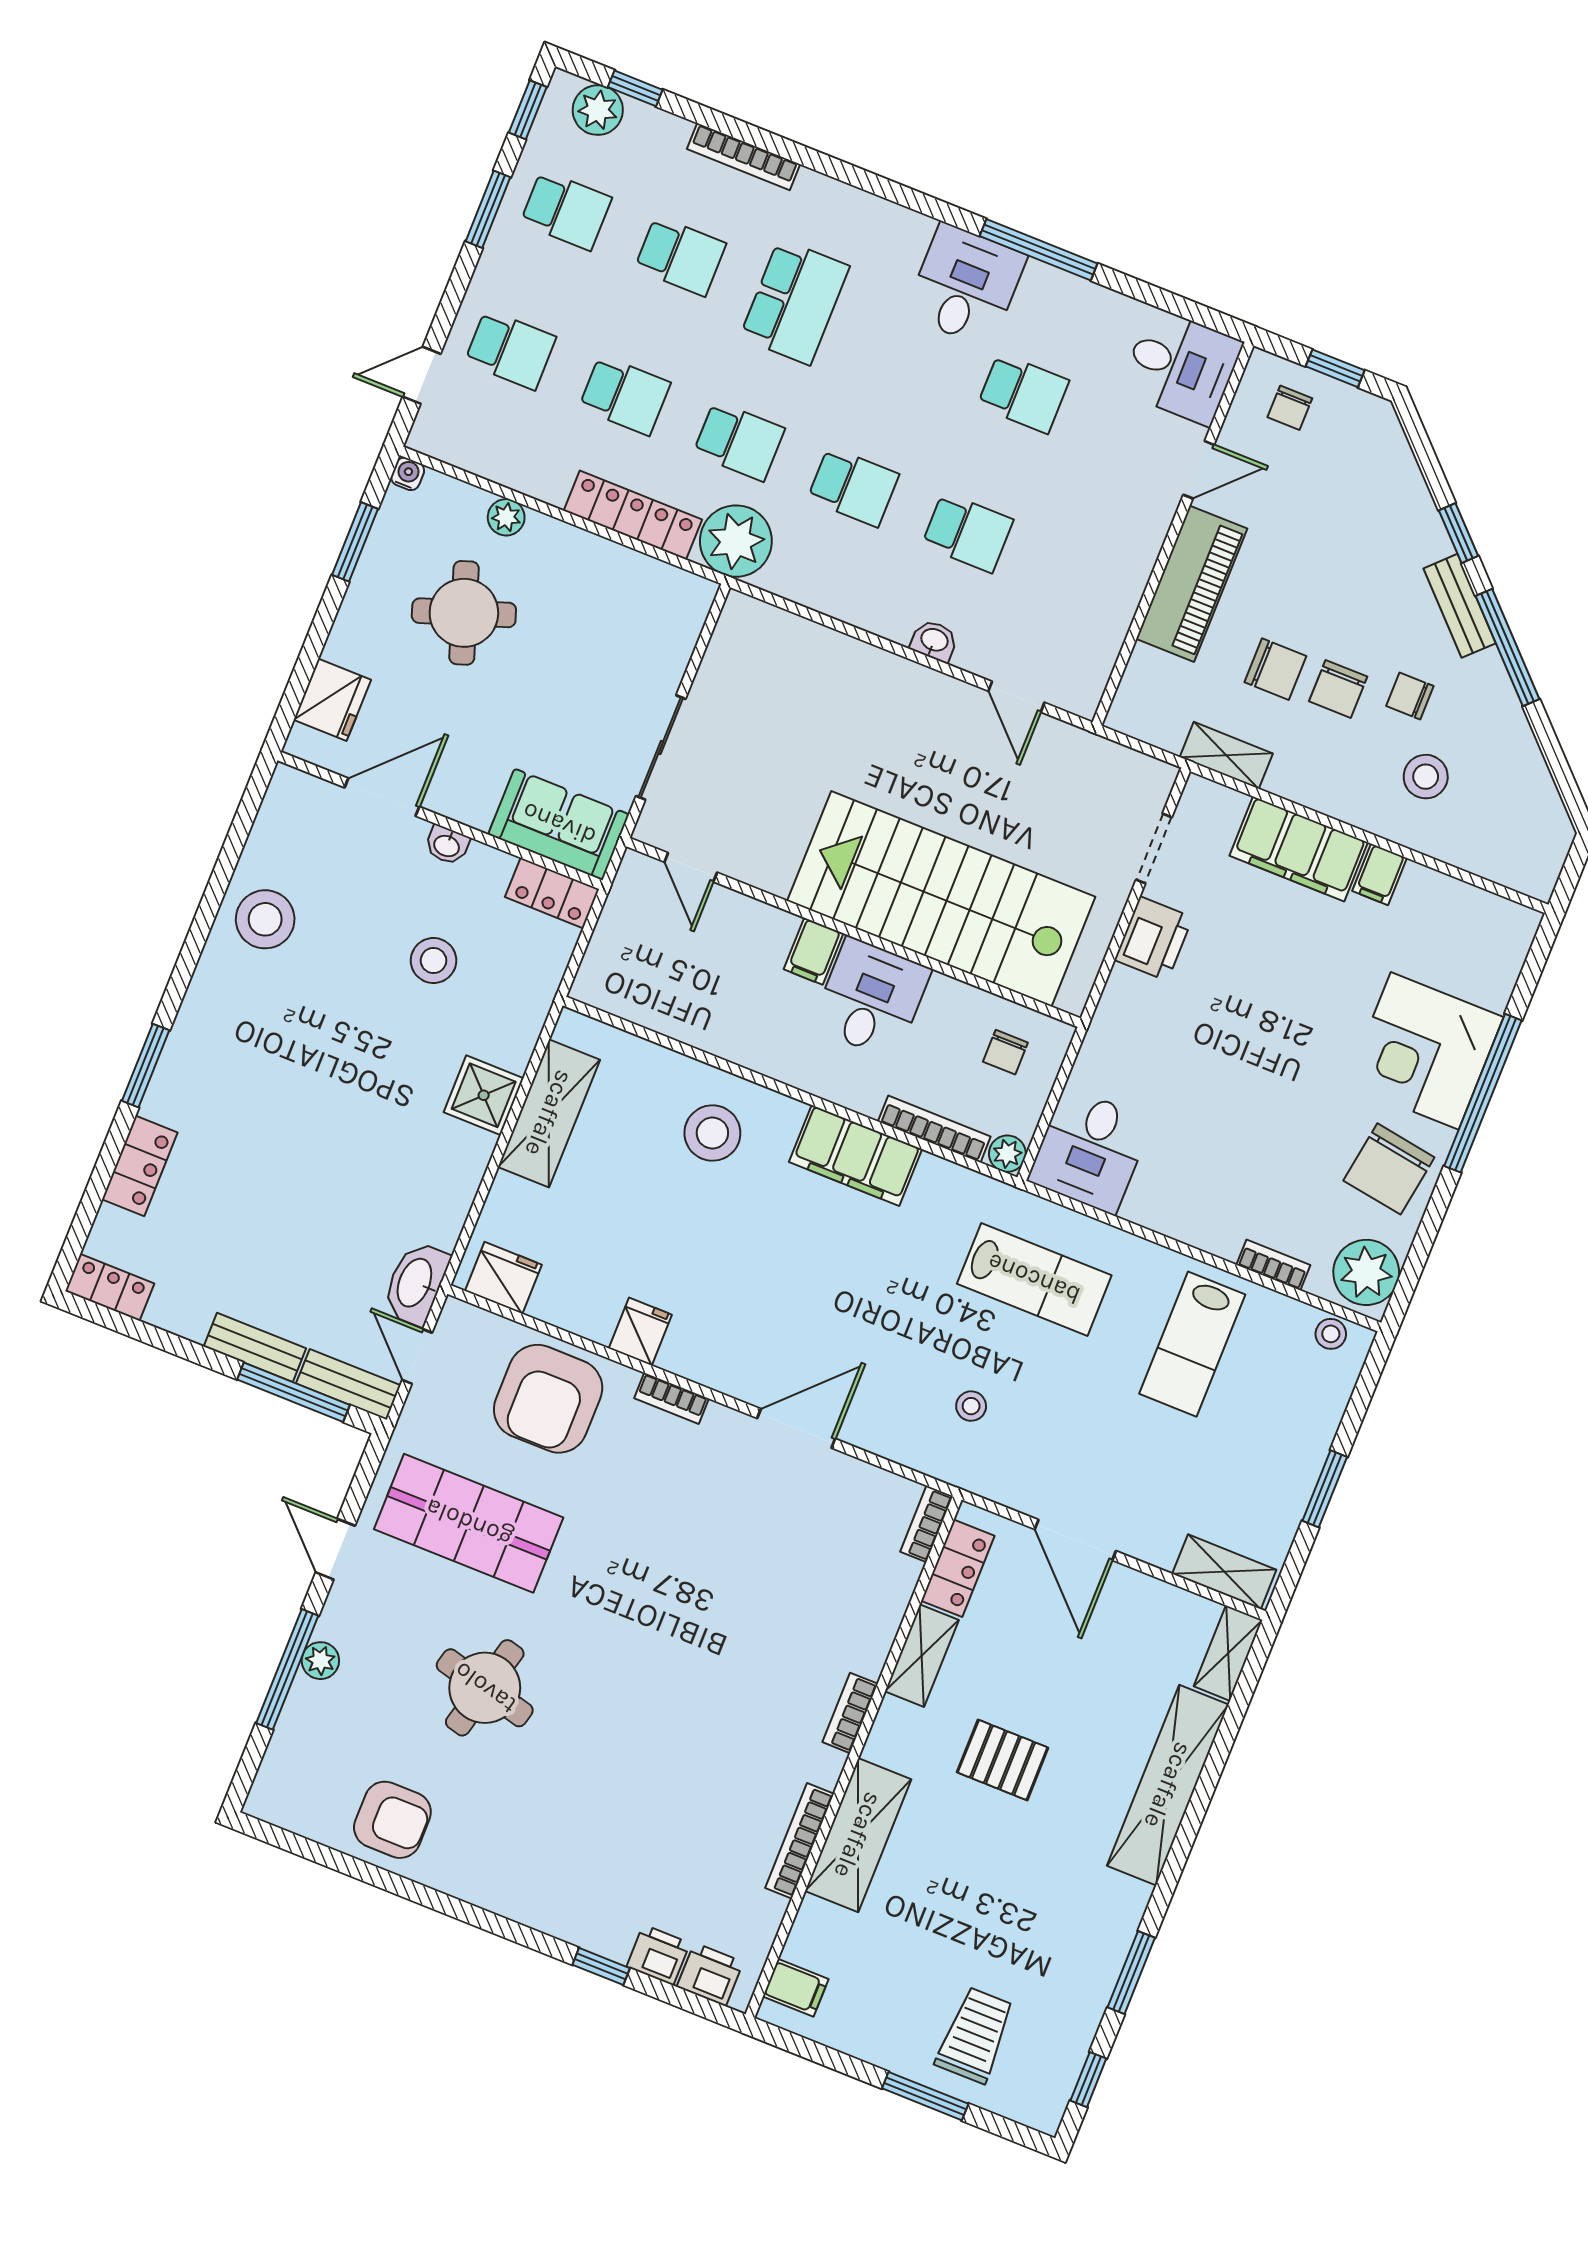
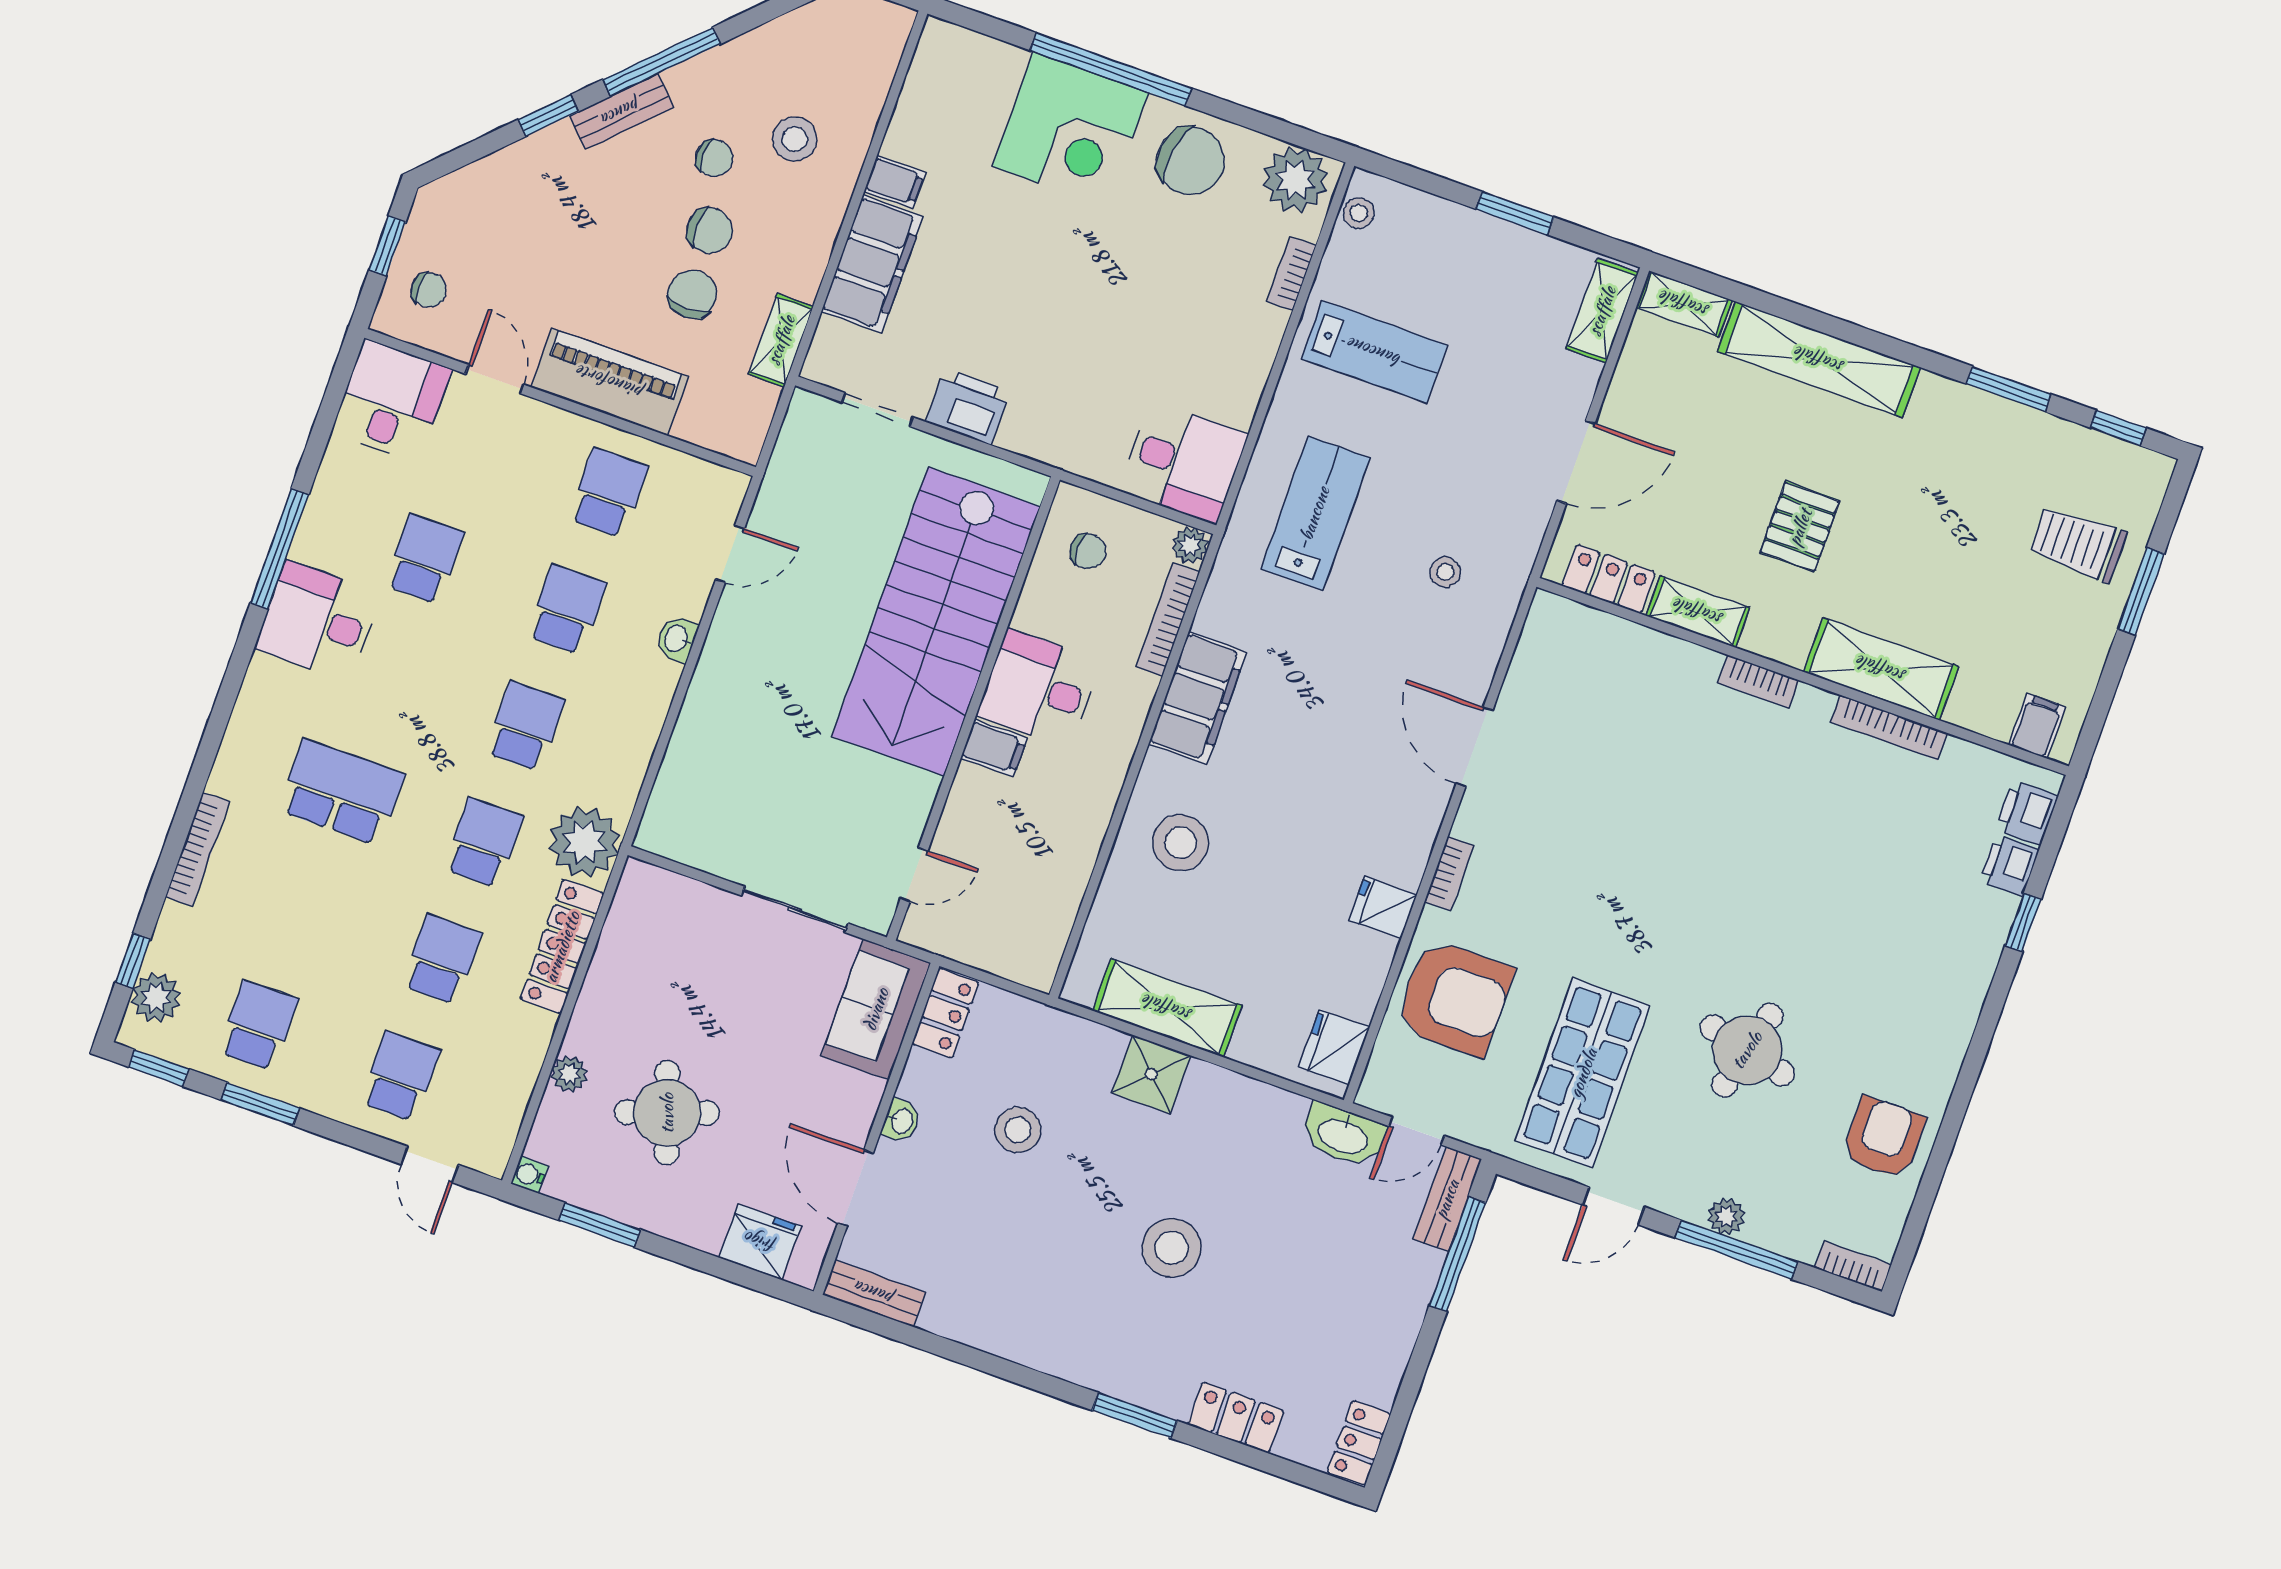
school desk: (680, 256) -> (608, 493), moved
chair: (1410, 696) -> (714, 158), turned -90
stool: (265, 919) -> (1172, 1248), moved
bench: (255, 1347) -> (874, 1293), moved, turned 90
bookcase: (927, 1524) -> (1853, 1266), moved, turned 180

